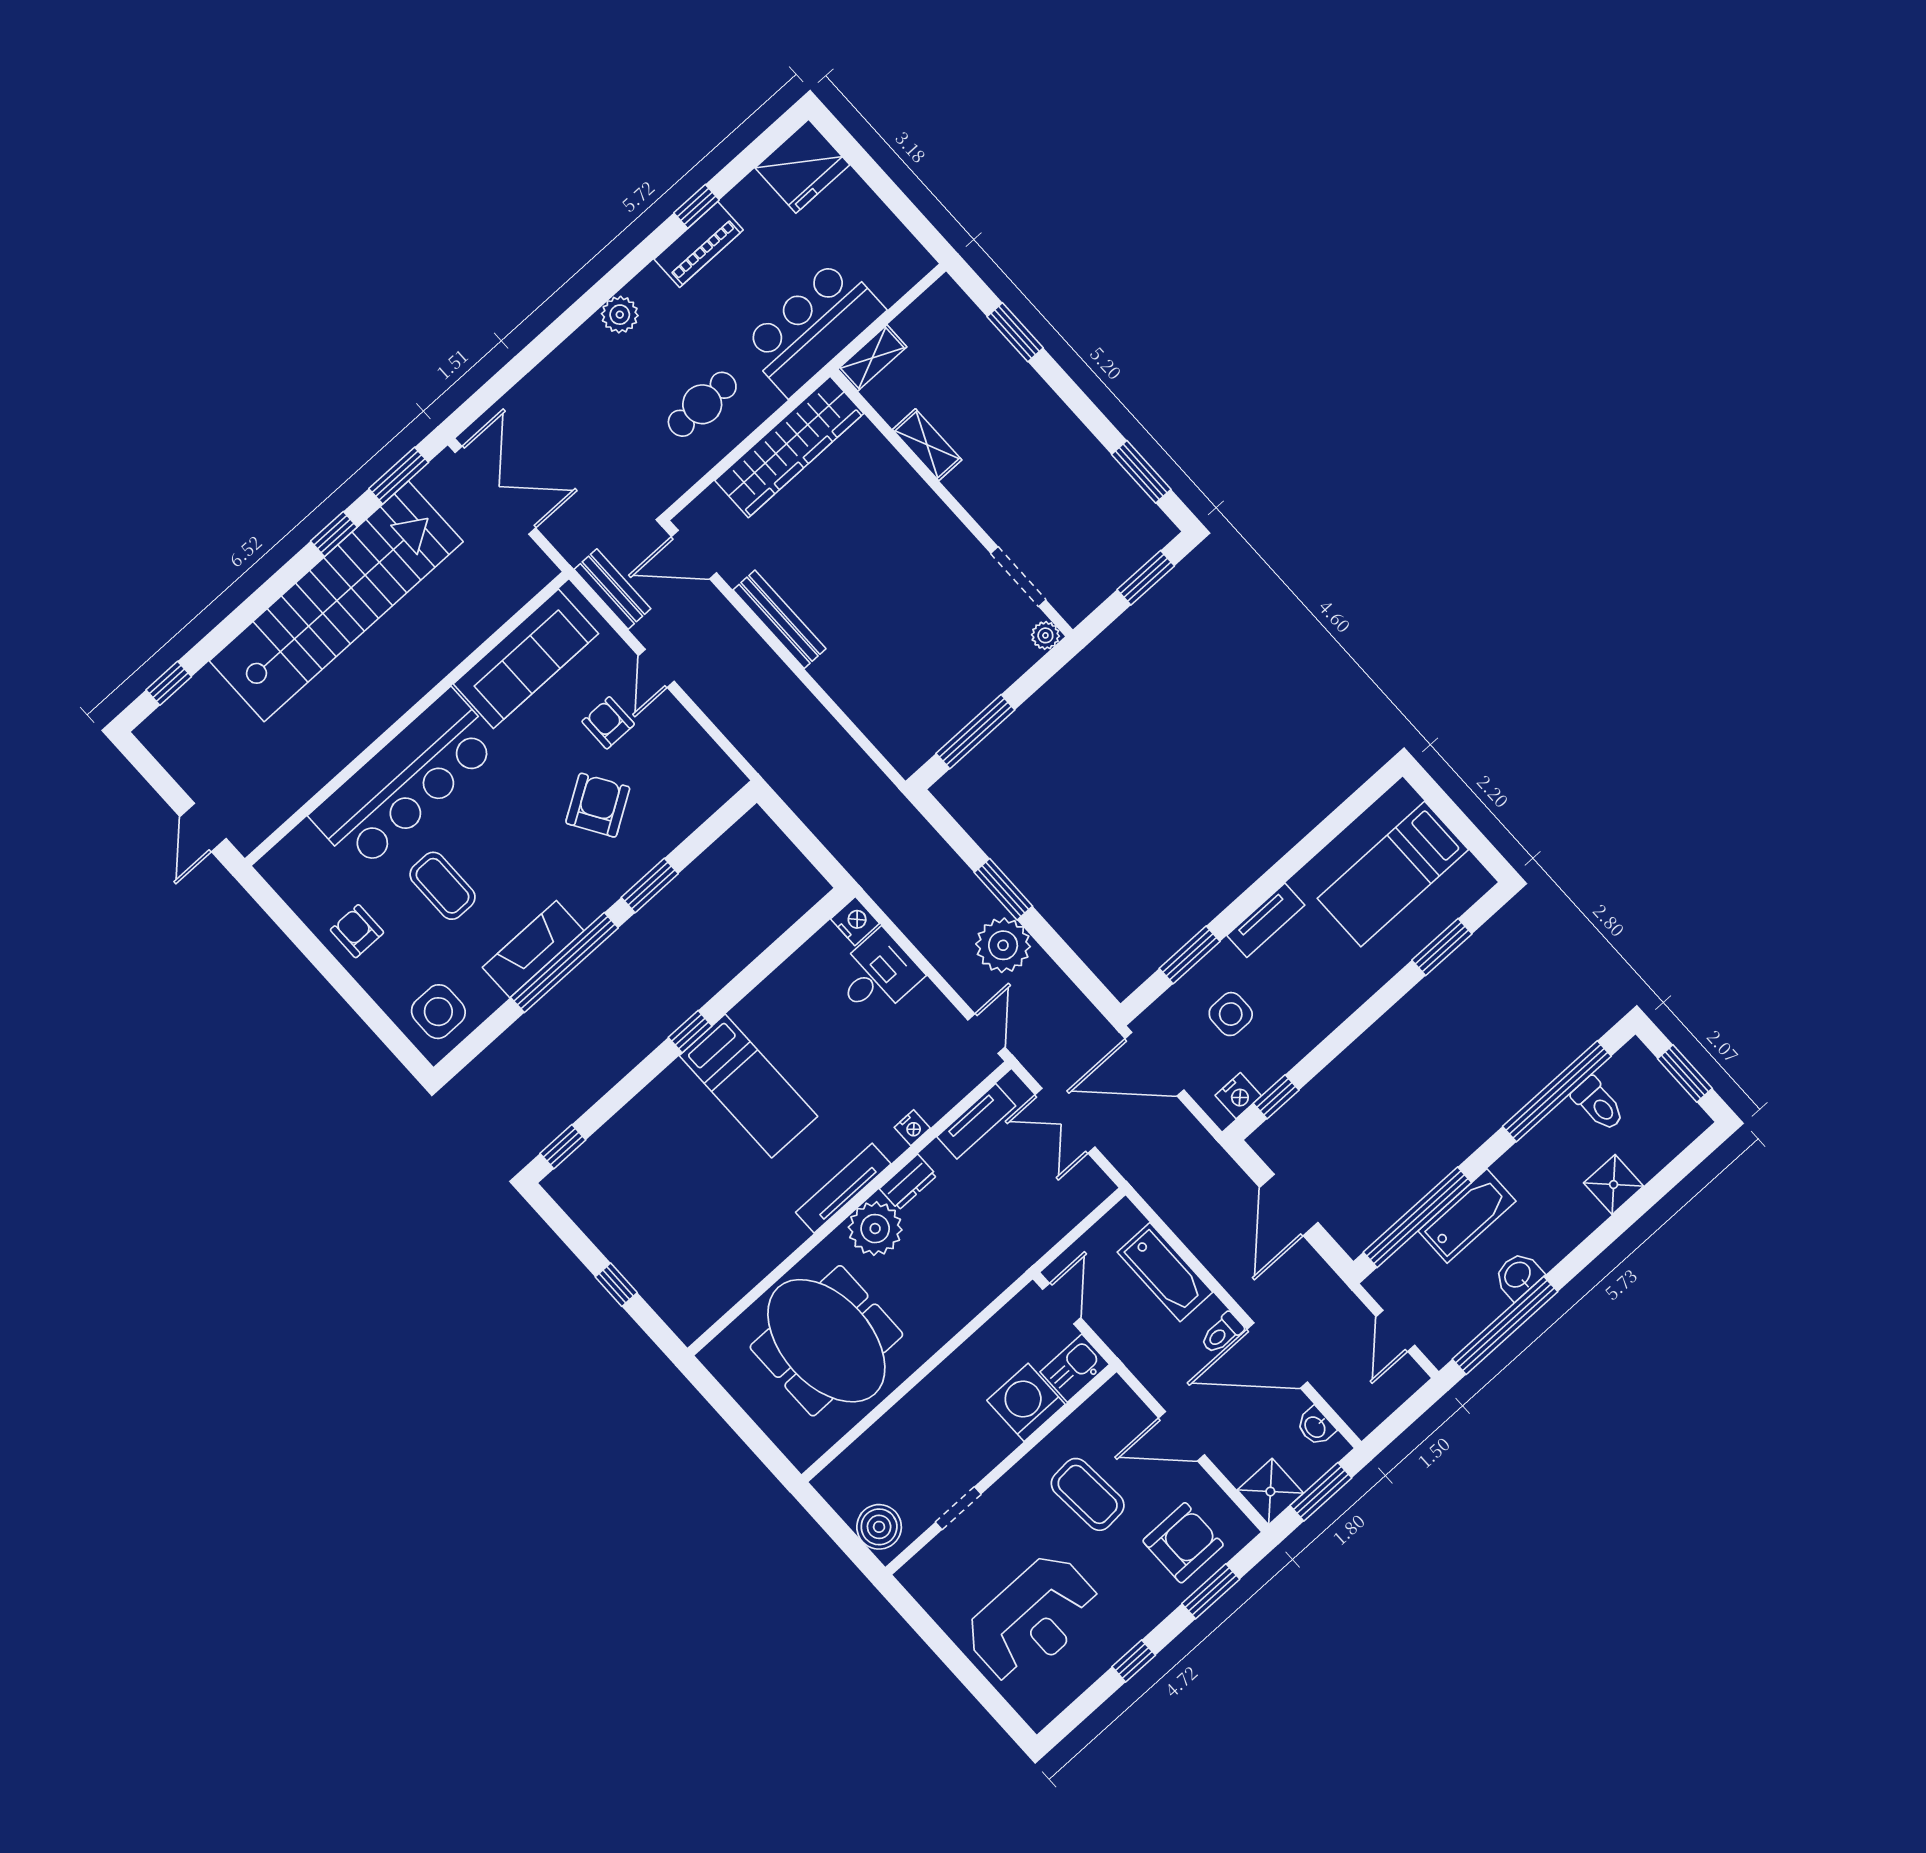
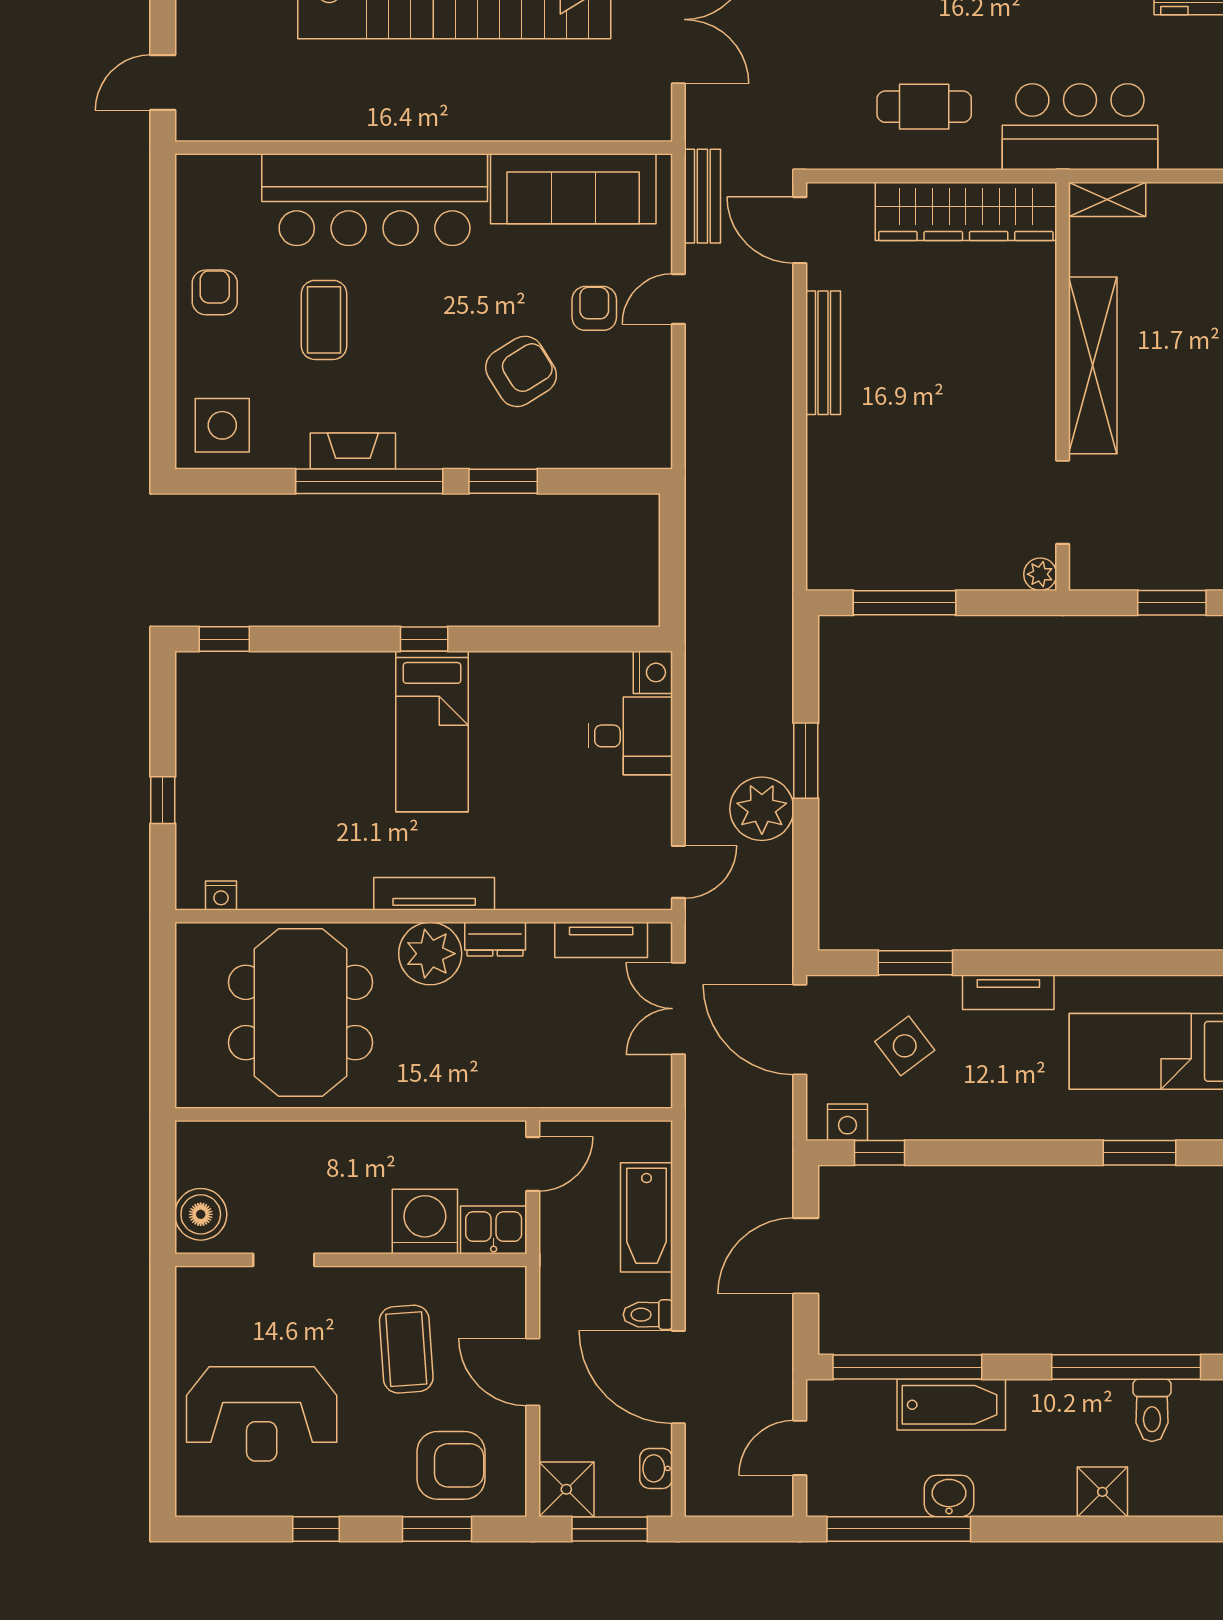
shelving: (927, 445) -> (1093, 365), width x2.20, depth x1.33
fireplace: (533, 949) -> (353, 451), width x0.73, depth x0.76
side table: (1231, 1014) -> (905, 1046), turned -37
nightstand: (912, 1128) -> (221, 896), moved

